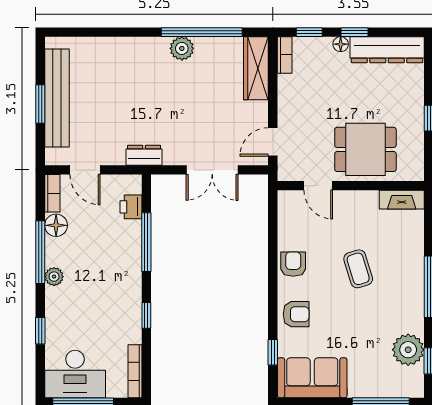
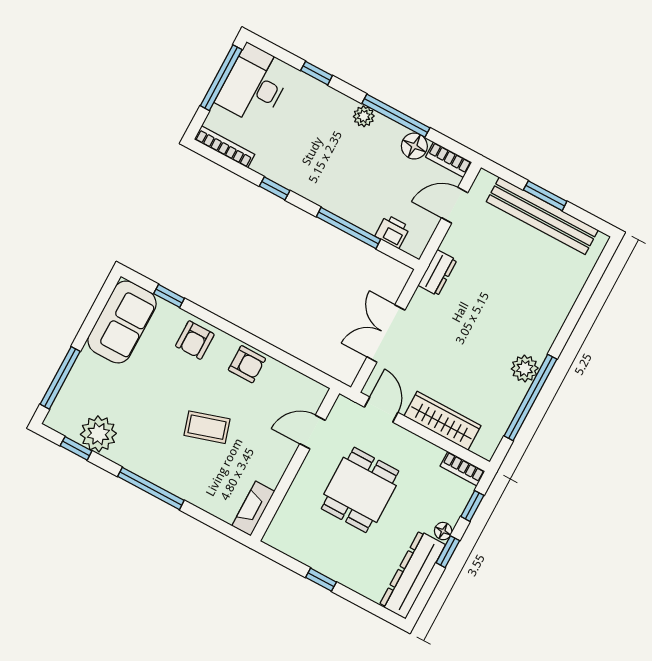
wardrobe: (256, 68) -> (442, 421), moved
dining table: (365, 149) -> (360, 490), moved

